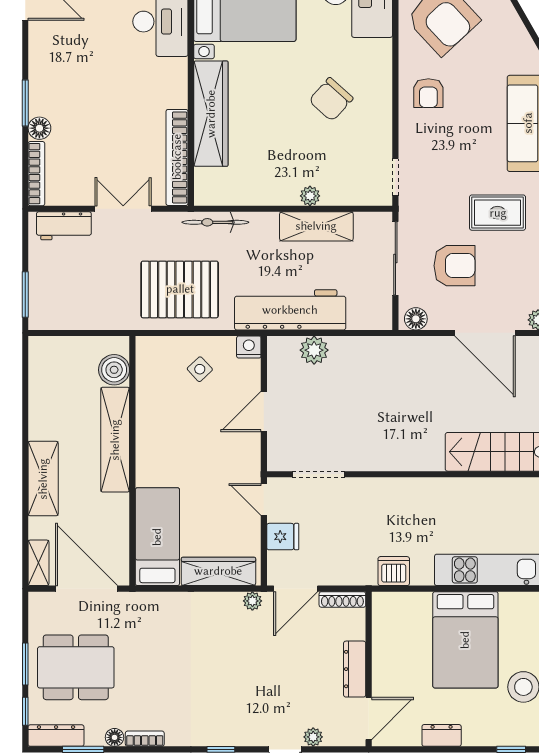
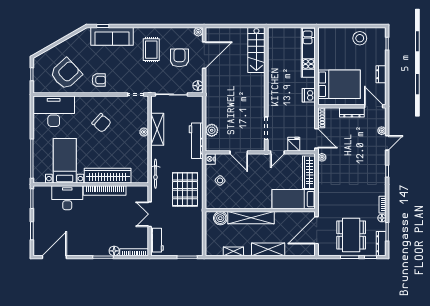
bookcase: (177, 157) -> (105, 191), moved
armchair: (455, 266) -> (179, 58), moved
workbench: (290, 310) -> (196, 141), width x0.73, depth x0.76
shelving: (38, 563) -> (233, 251), moved
bed: (465, 640) -> (339, 84), moved

